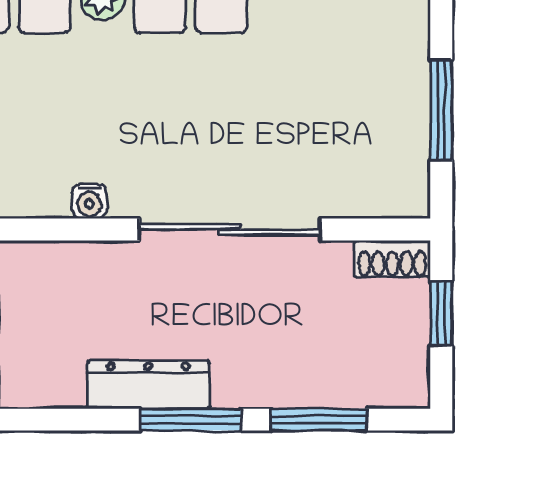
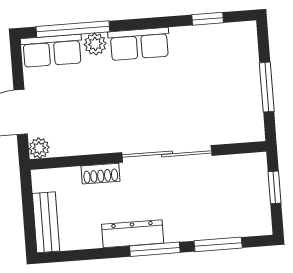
water cooler: (89, 201) -> (97, 145), removed
shoe rack: (392, 259) -> (101, 174), moved

